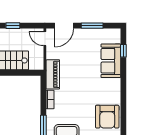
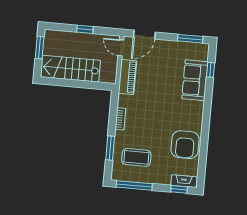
window: (92, 26) -> (190, 39), moved
piano: (53, 74) -> (127, 77), moved

